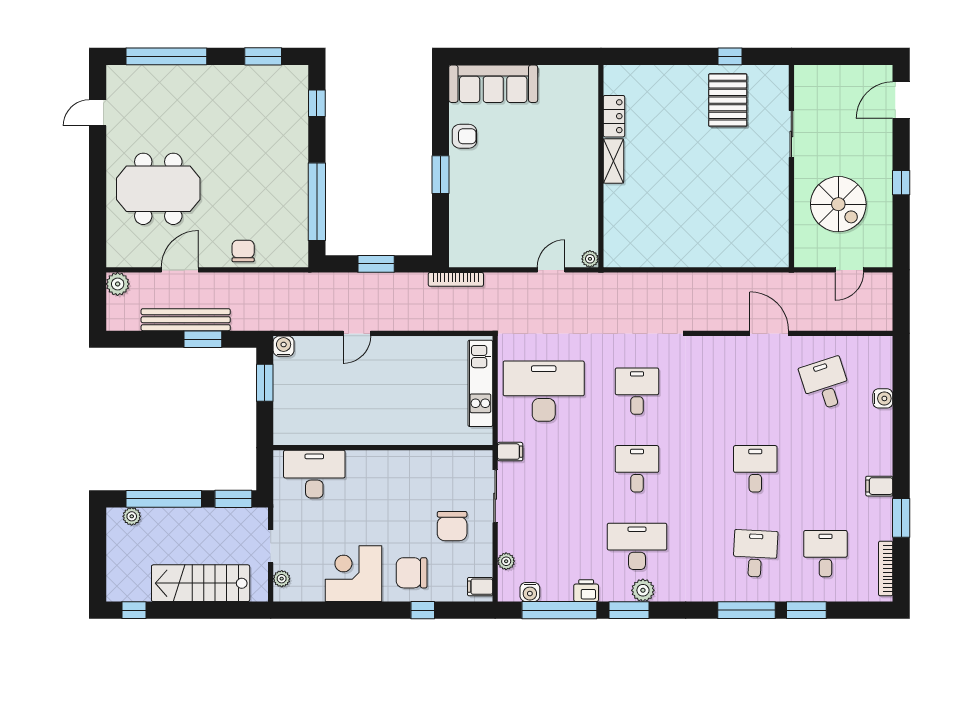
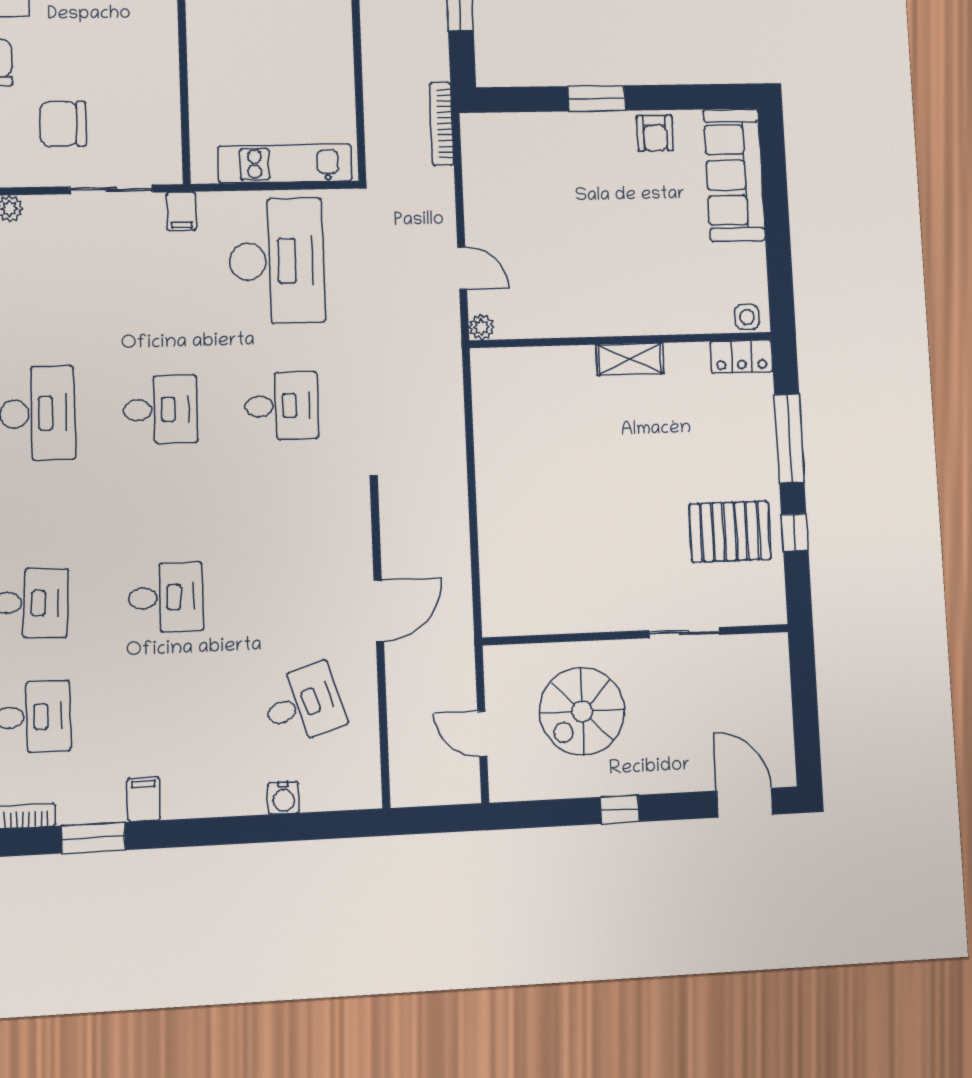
window: (669, 56) -> (789, 439), added
side table: (588, 81) -> (747, 317), added
locker: (614, 116) -> (741, 357), moved

